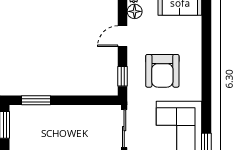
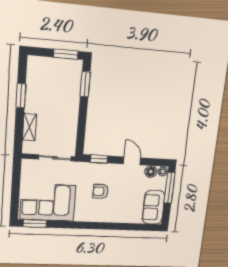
armchair: (162, 71) -> (101, 191), width x0.53, depth x0.53

